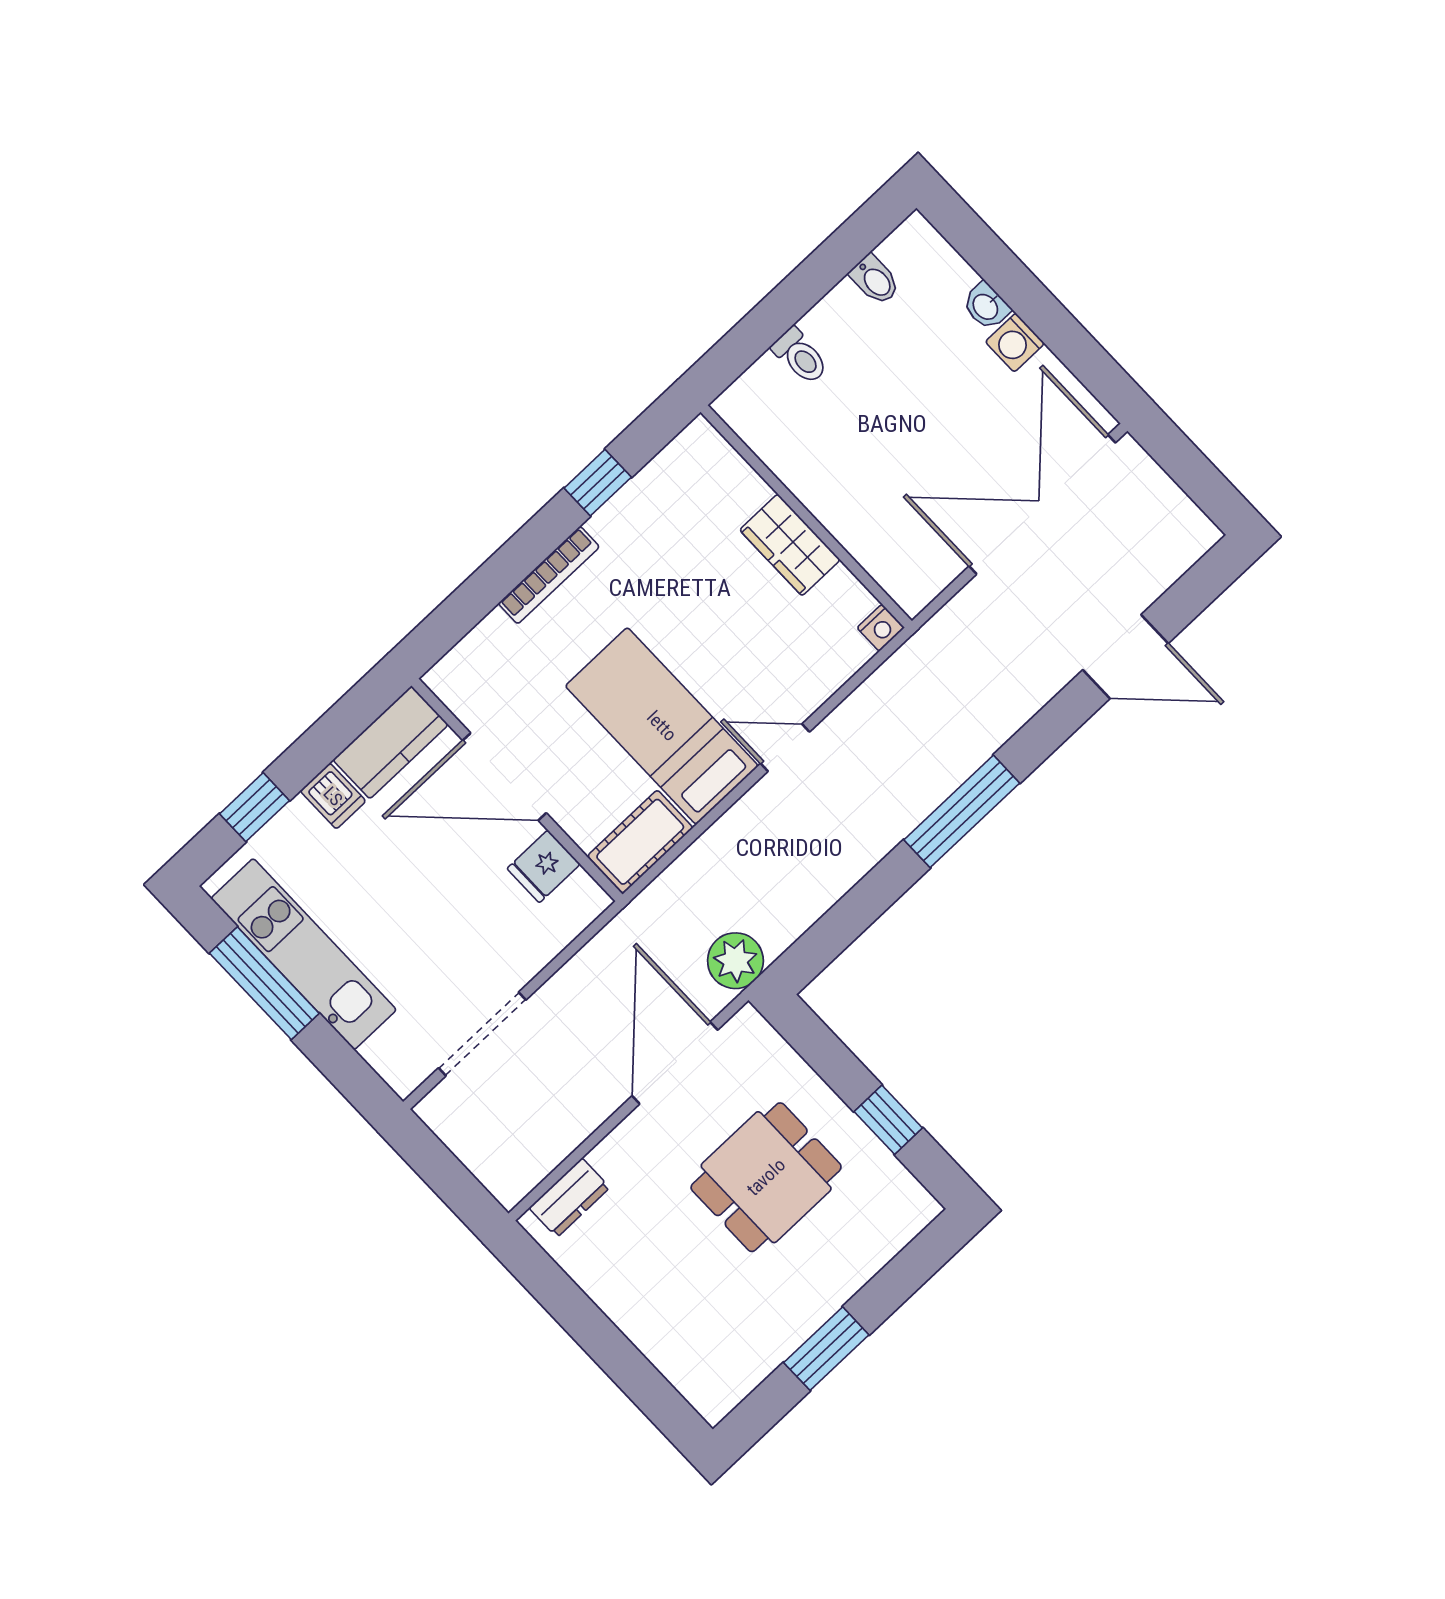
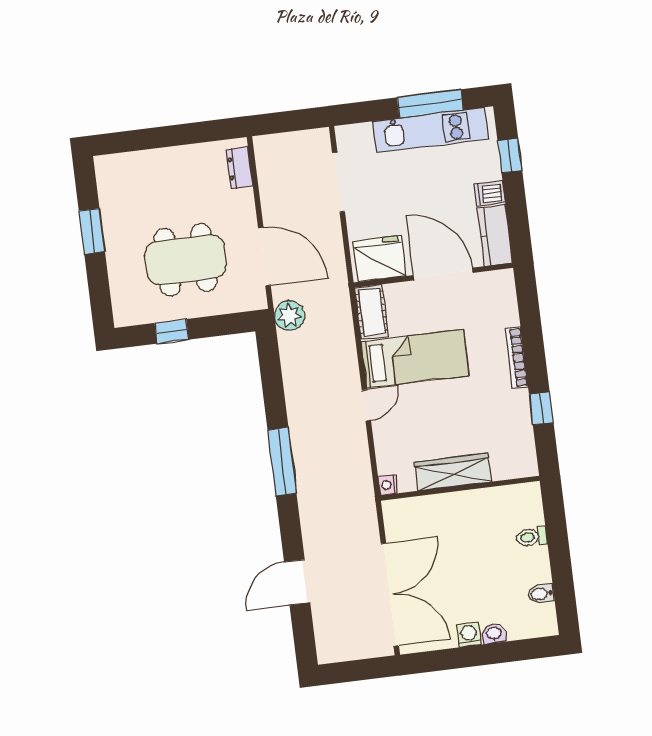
wardrobe: (790, 545) -> (453, 472), width x1.50
door: (504, 777) -> (443, 274), hinge flipped
fridge: (544, 866) -> (380, 259), width x1.88, depth x1.34
dining table: (766, 1177) -> (186, 260), width x1.38

